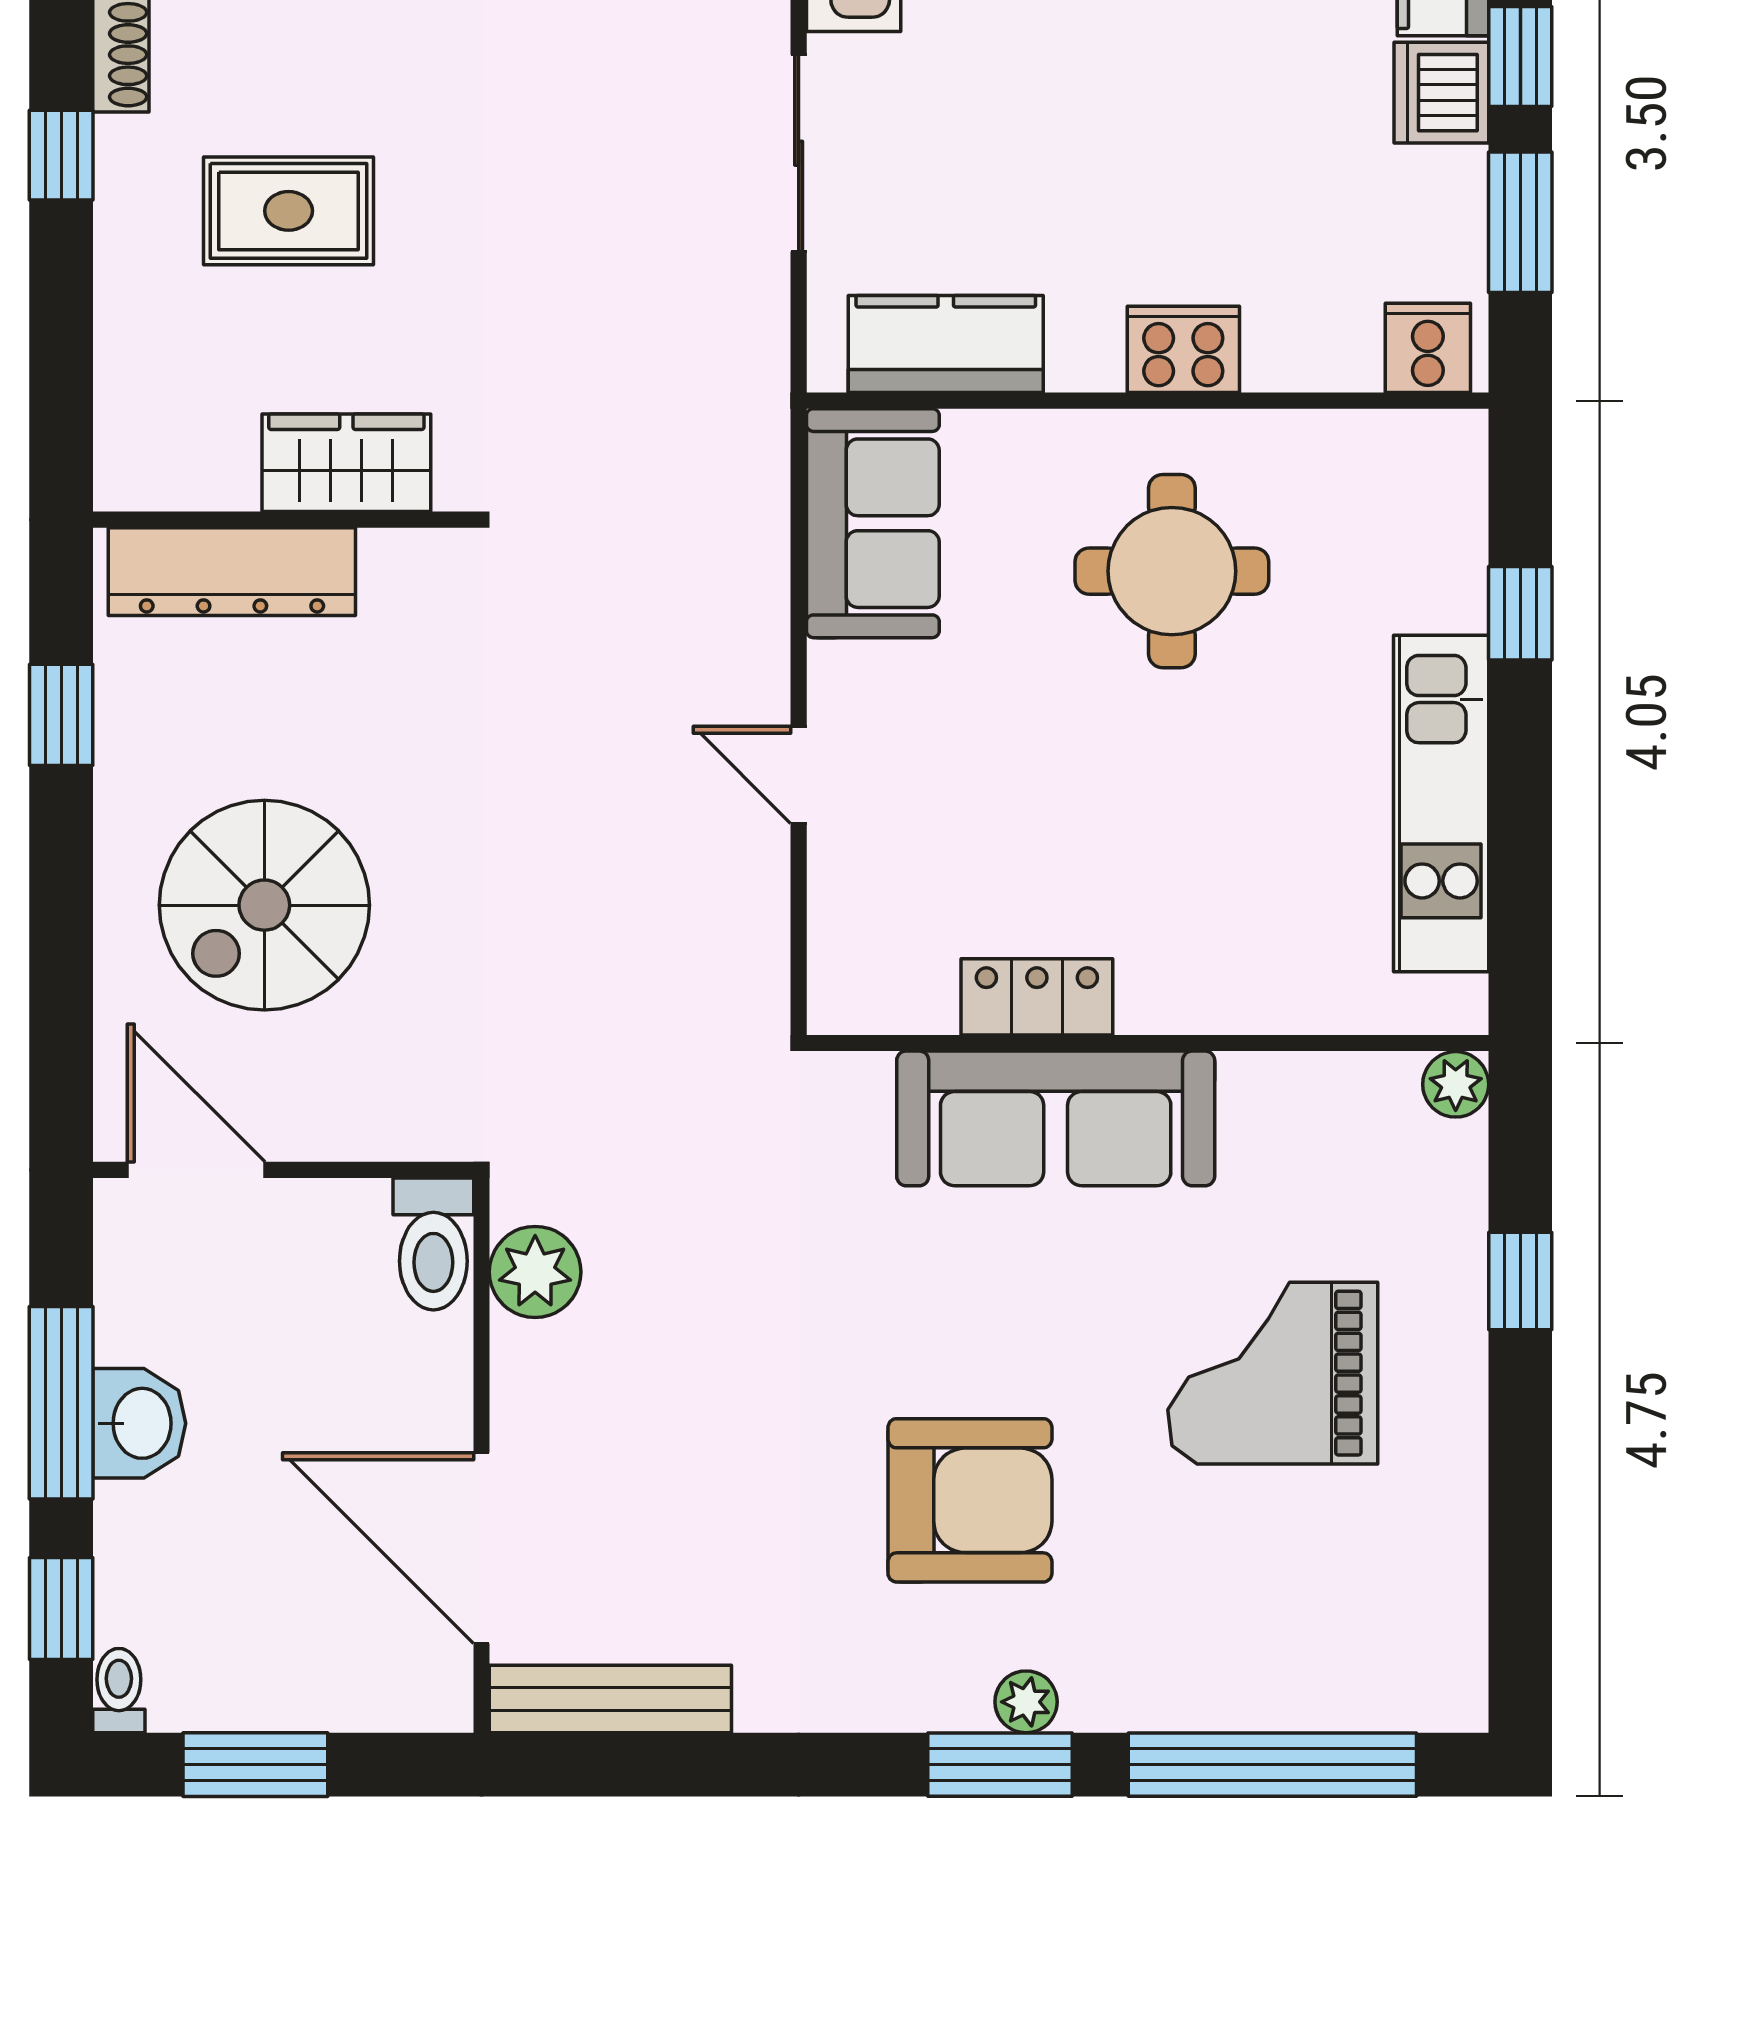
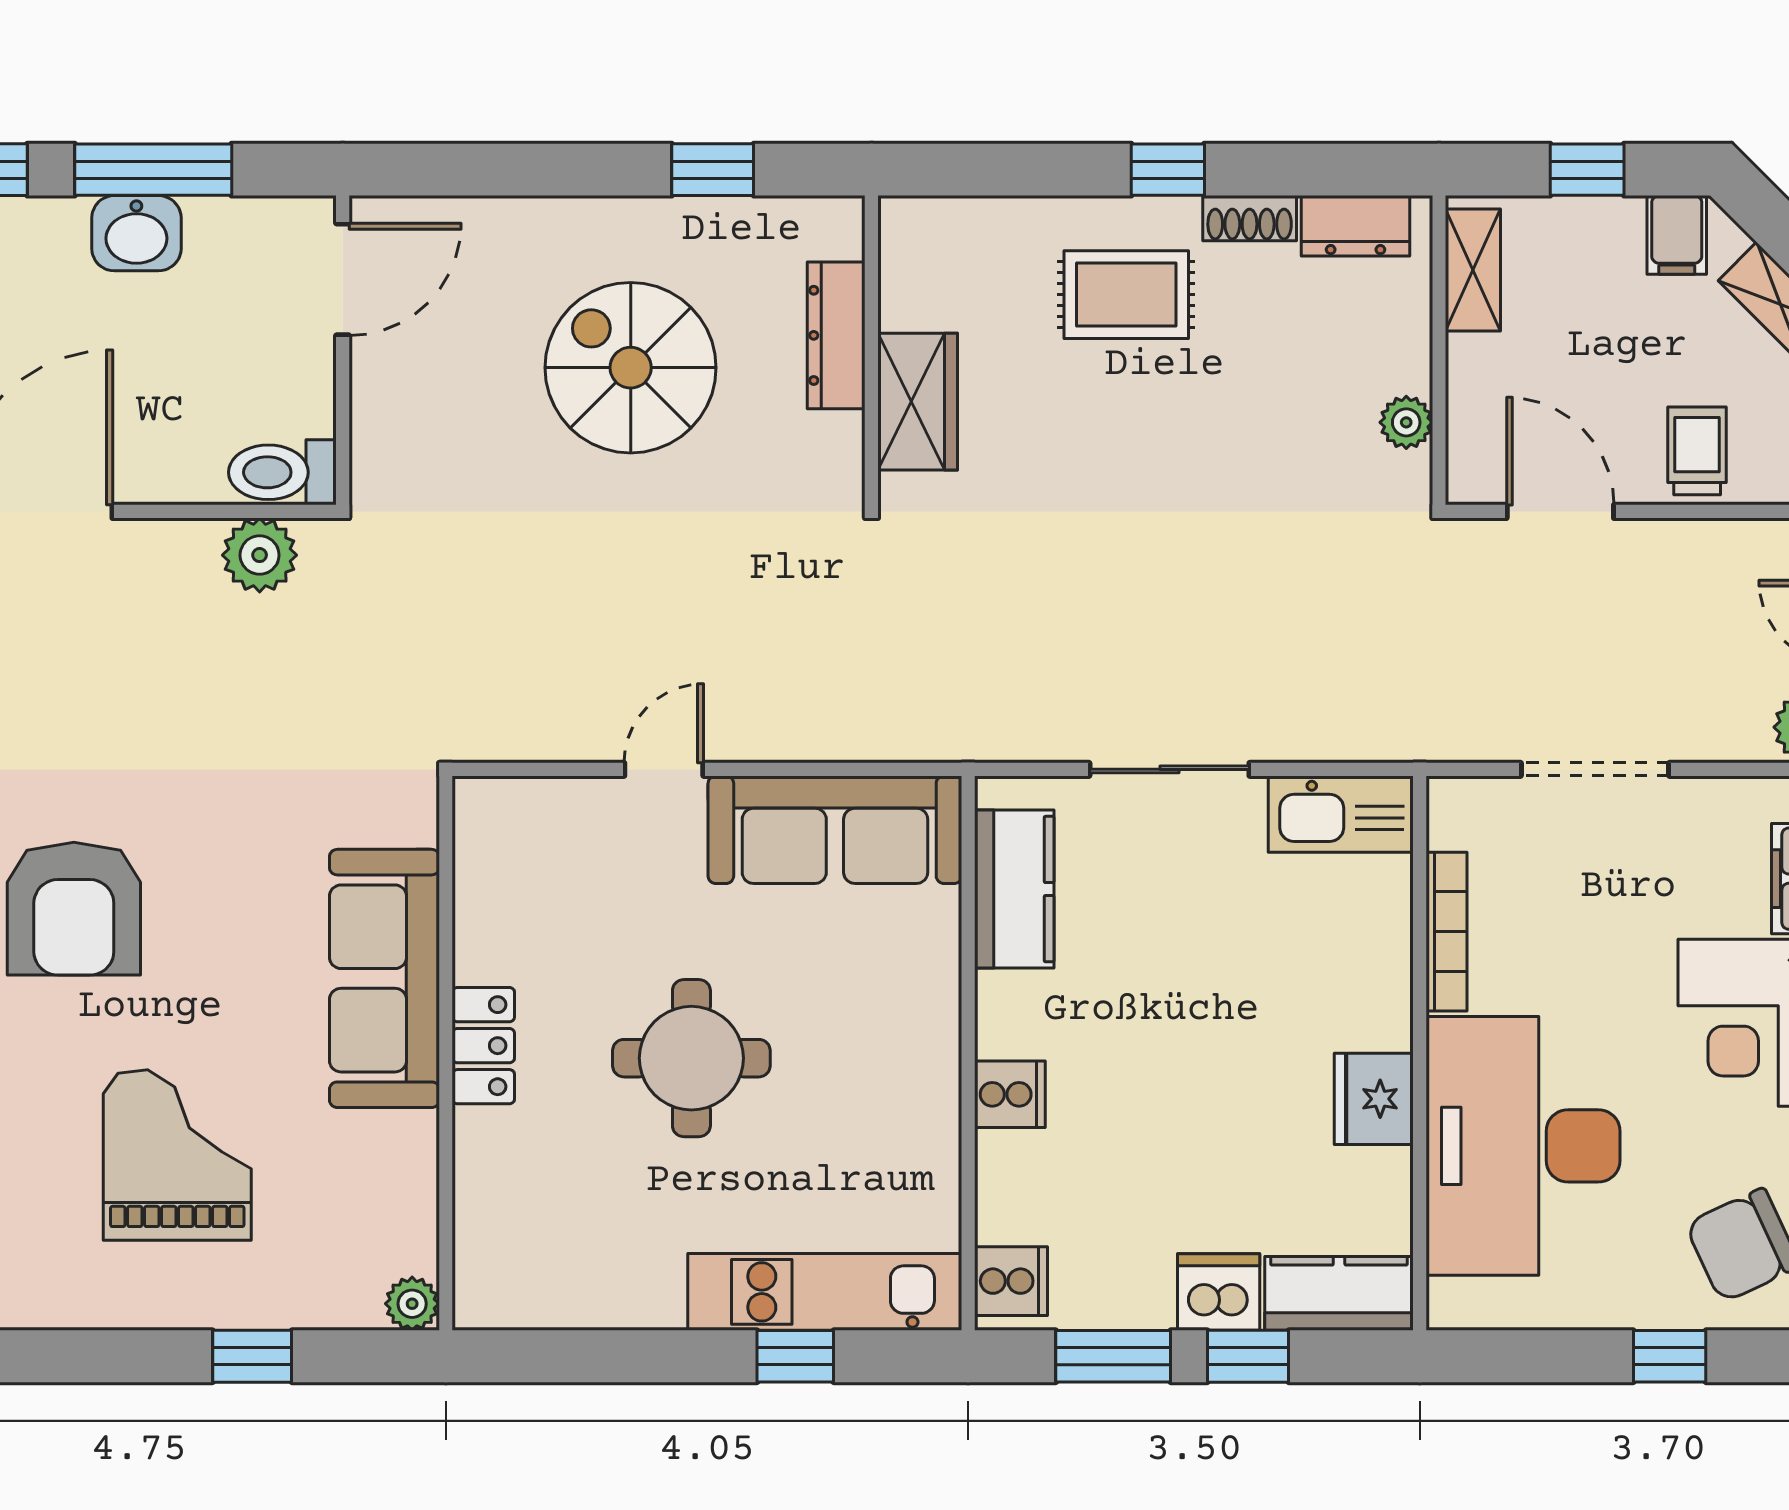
rug: (289, 211) -> (1126, 295), moved, turned 90
cooker: (1183, 349) -> (1010, 1094), width x0.73
sofa: (873, 523) -> (835, 830), width x1.36
round table: (1172, 571) -> (691, 1058), moved
dresser: (232, 572) -> (836, 335), width x0.73, depth x0.80
kitchen unit: (1441, 803) -> (825, 1292), moved
spiral stairs: (264, 905) -> (631, 368), moved
locker: (1037, 997) -> (483, 1046), moved

